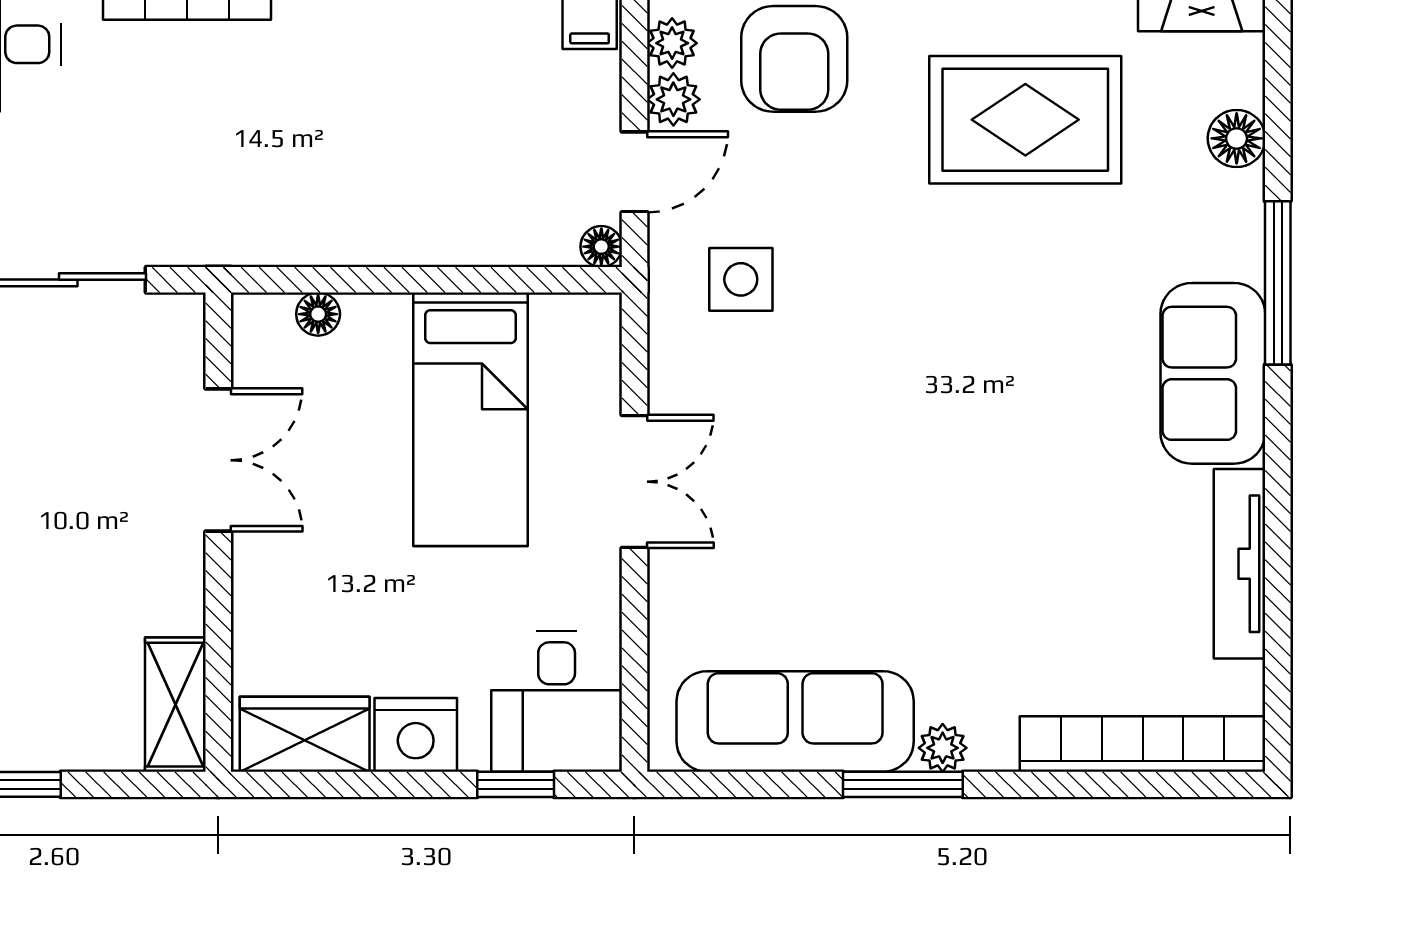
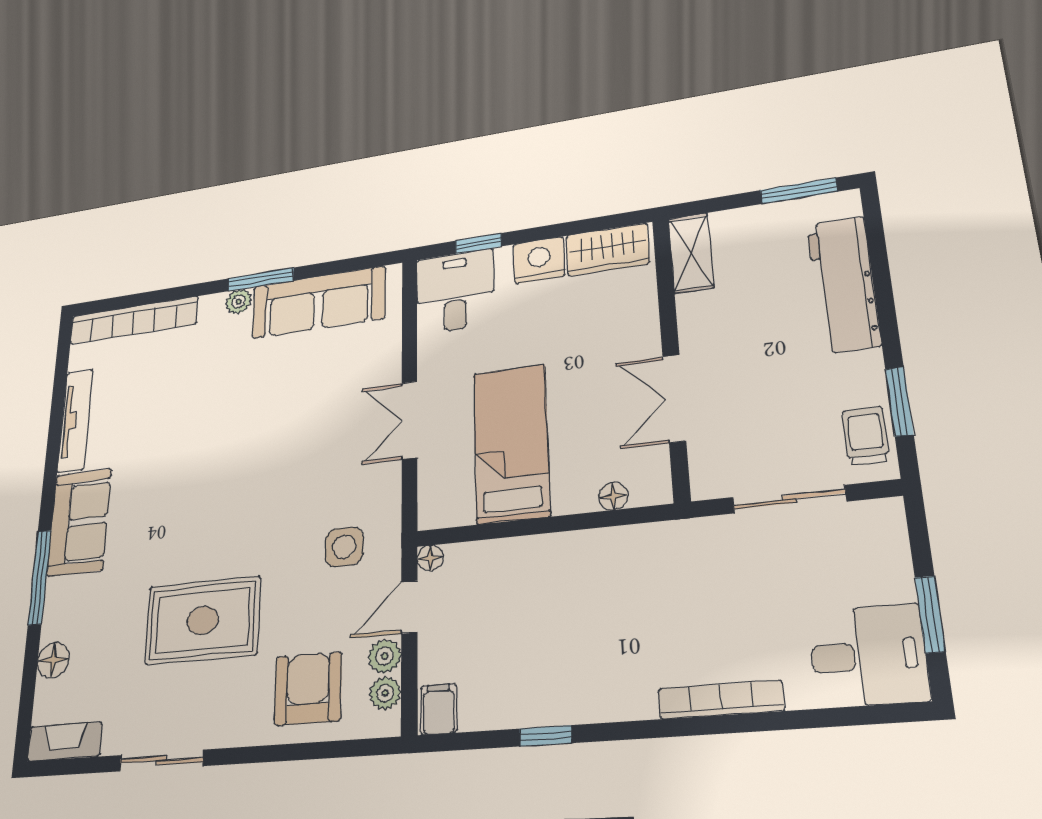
rug: (1025, 120) -> (203, 620), moved

